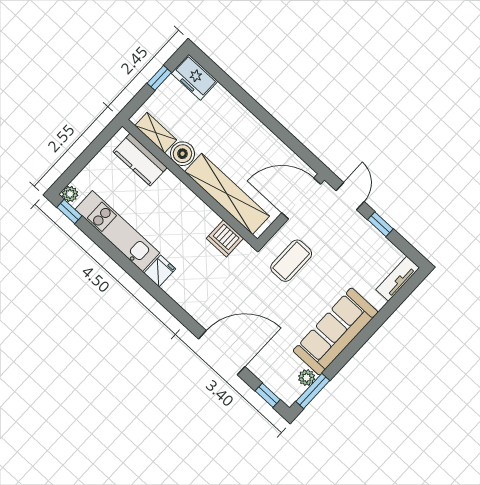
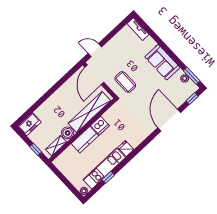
window: (159, 78) -> (36, 149), moved
kitchen counter: (140, 160) -> (85, 140), moved
window: (69, 212) -> (108, 177), moved
window: (380, 224) -> (110, 36), removed
dishwasher: (225, 238) -> (100, 126), moved
sofa: (335, 331) -> (162, 62), width x0.73

